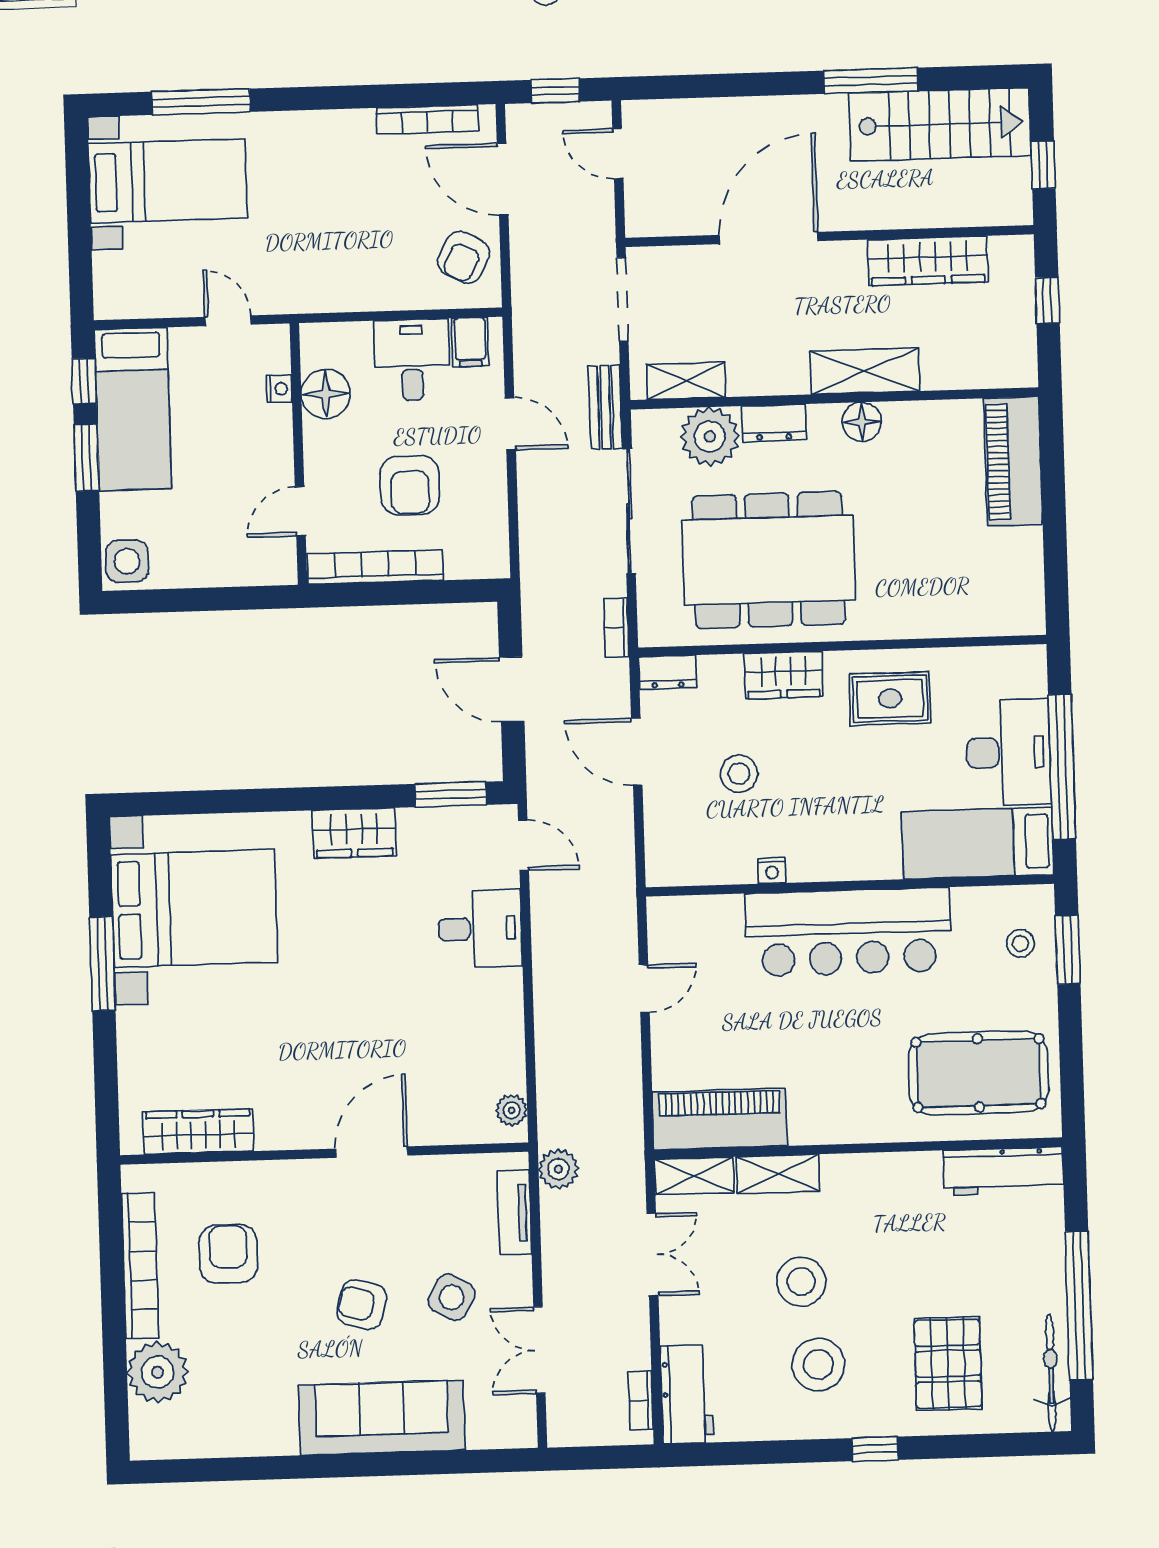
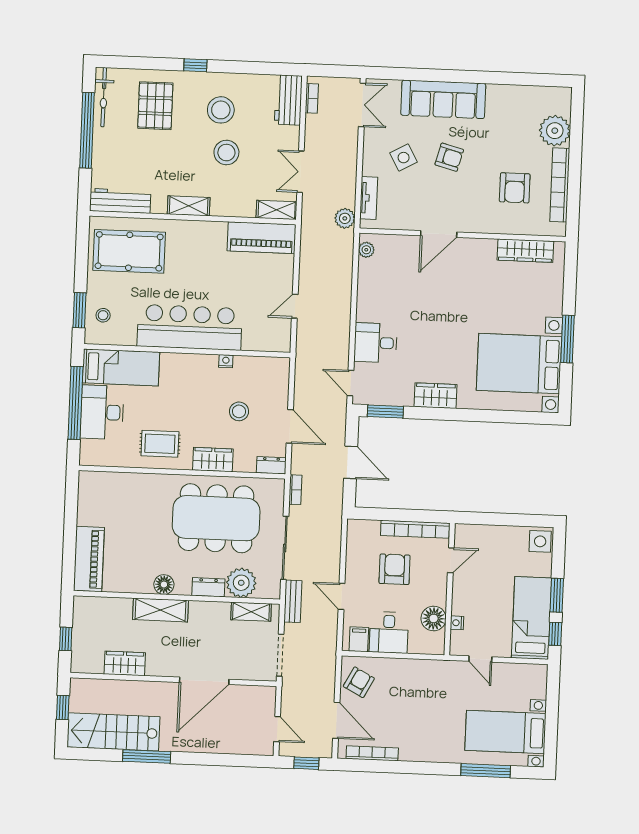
wardrobe: (928, 261) -> (125, 663), width x0.67
shelving: (778, 1174) -> (189, 206), moved
side table: (452, 1297) -> (404, 158), turned 32
double door: (539, 1350) -> (362, 105), moved

